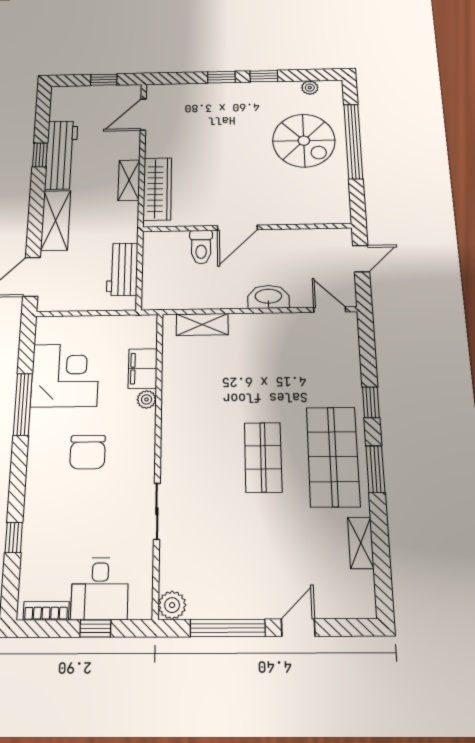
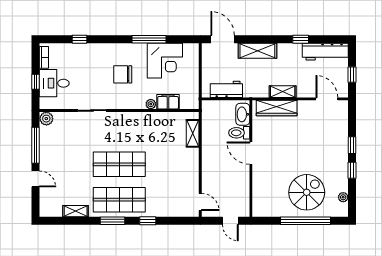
spiral stairs: (304, 141) -> (307, 192), turned 180
workbench: (61, 155) -> (325, 52), moved
washbasin: (268, 297) -> (243, 114), moved, turned 180
door: (330, 310) -> (200, 202), hinge flipped
shop shelf: (263, 457) -> (119, 164), width x1.43, depth x1.36

